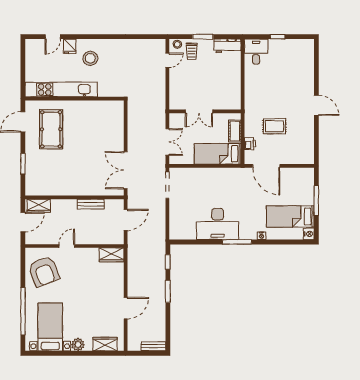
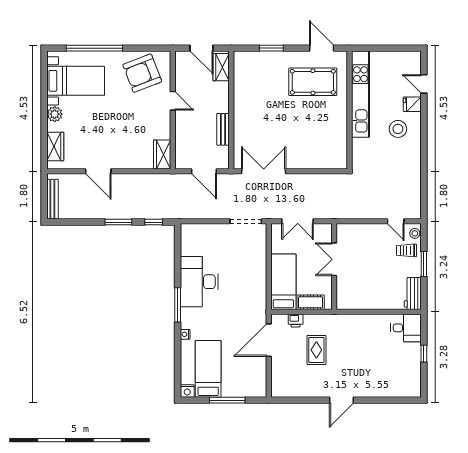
bench: (153, 346) -> (52, 199), width x1.36

